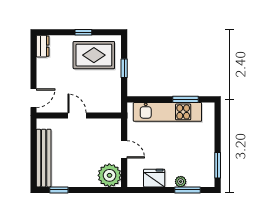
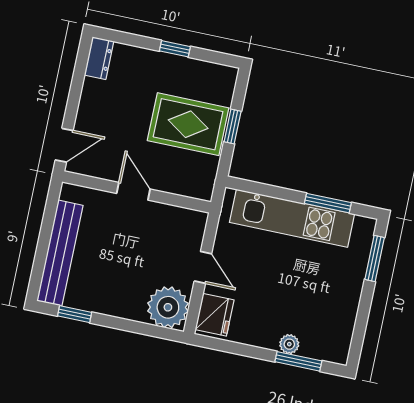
rug: (94, 55) -> (188, 124), moved
window: (218, 165) -> (375, 258), moved
fridge: (154, 178) -> (215, 315), moved, turned 90

